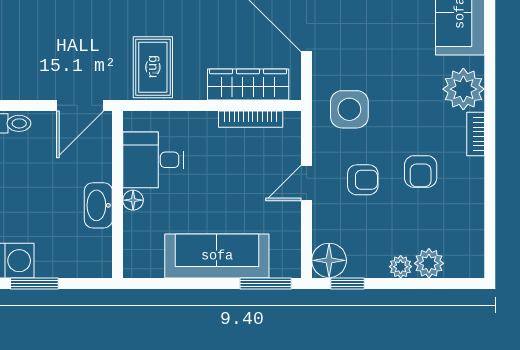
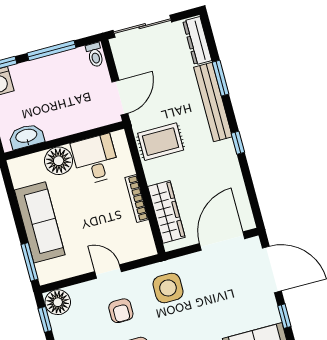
door: (80, 105) -> (120, 98), swing flipped
bookcase: (251, 119) -> (137, 199), moved
floor lamp: (133, 200) -> (59, 161), width x1.89, depth x1.89
washbasin: (98, 205) -> (26, 136), moved

